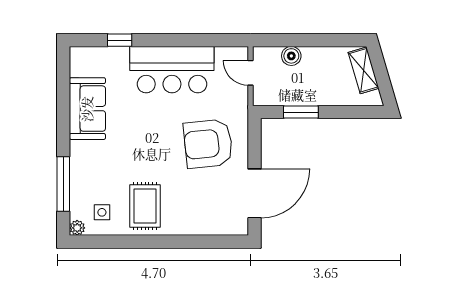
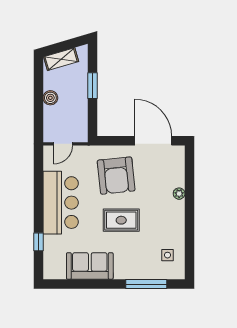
boiler: (291, 56) -> (50, 98), moved
window: (301, 112) -> (92, 86), moved
rug: (145, 206) -> (121, 220), moved
plant: (77, 228) -> (179, 194), moved

